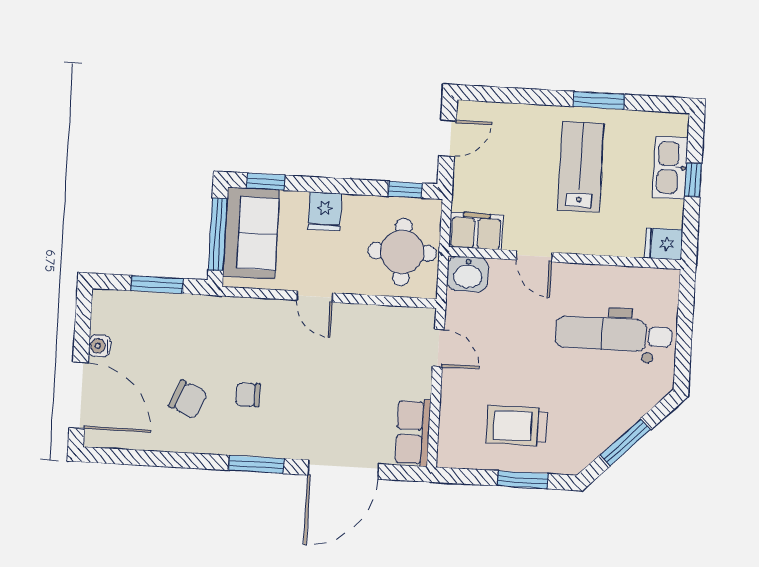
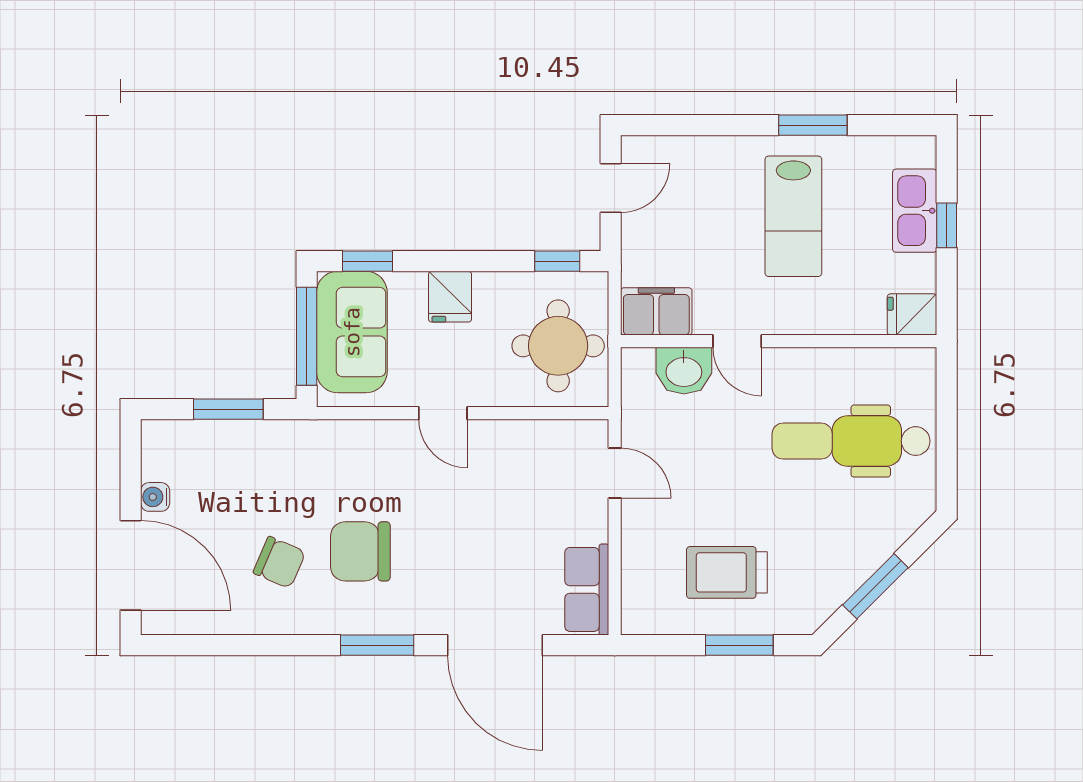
lab bench: (581, 167) -> (793, 216), turned 180
washbasin: (468, 274) -> (684, 371), moved
chair: (248, 395) -> (360, 551), width x1.87, depth x1.87
door: (343, 469) -> (495, 645), hinge flipped

